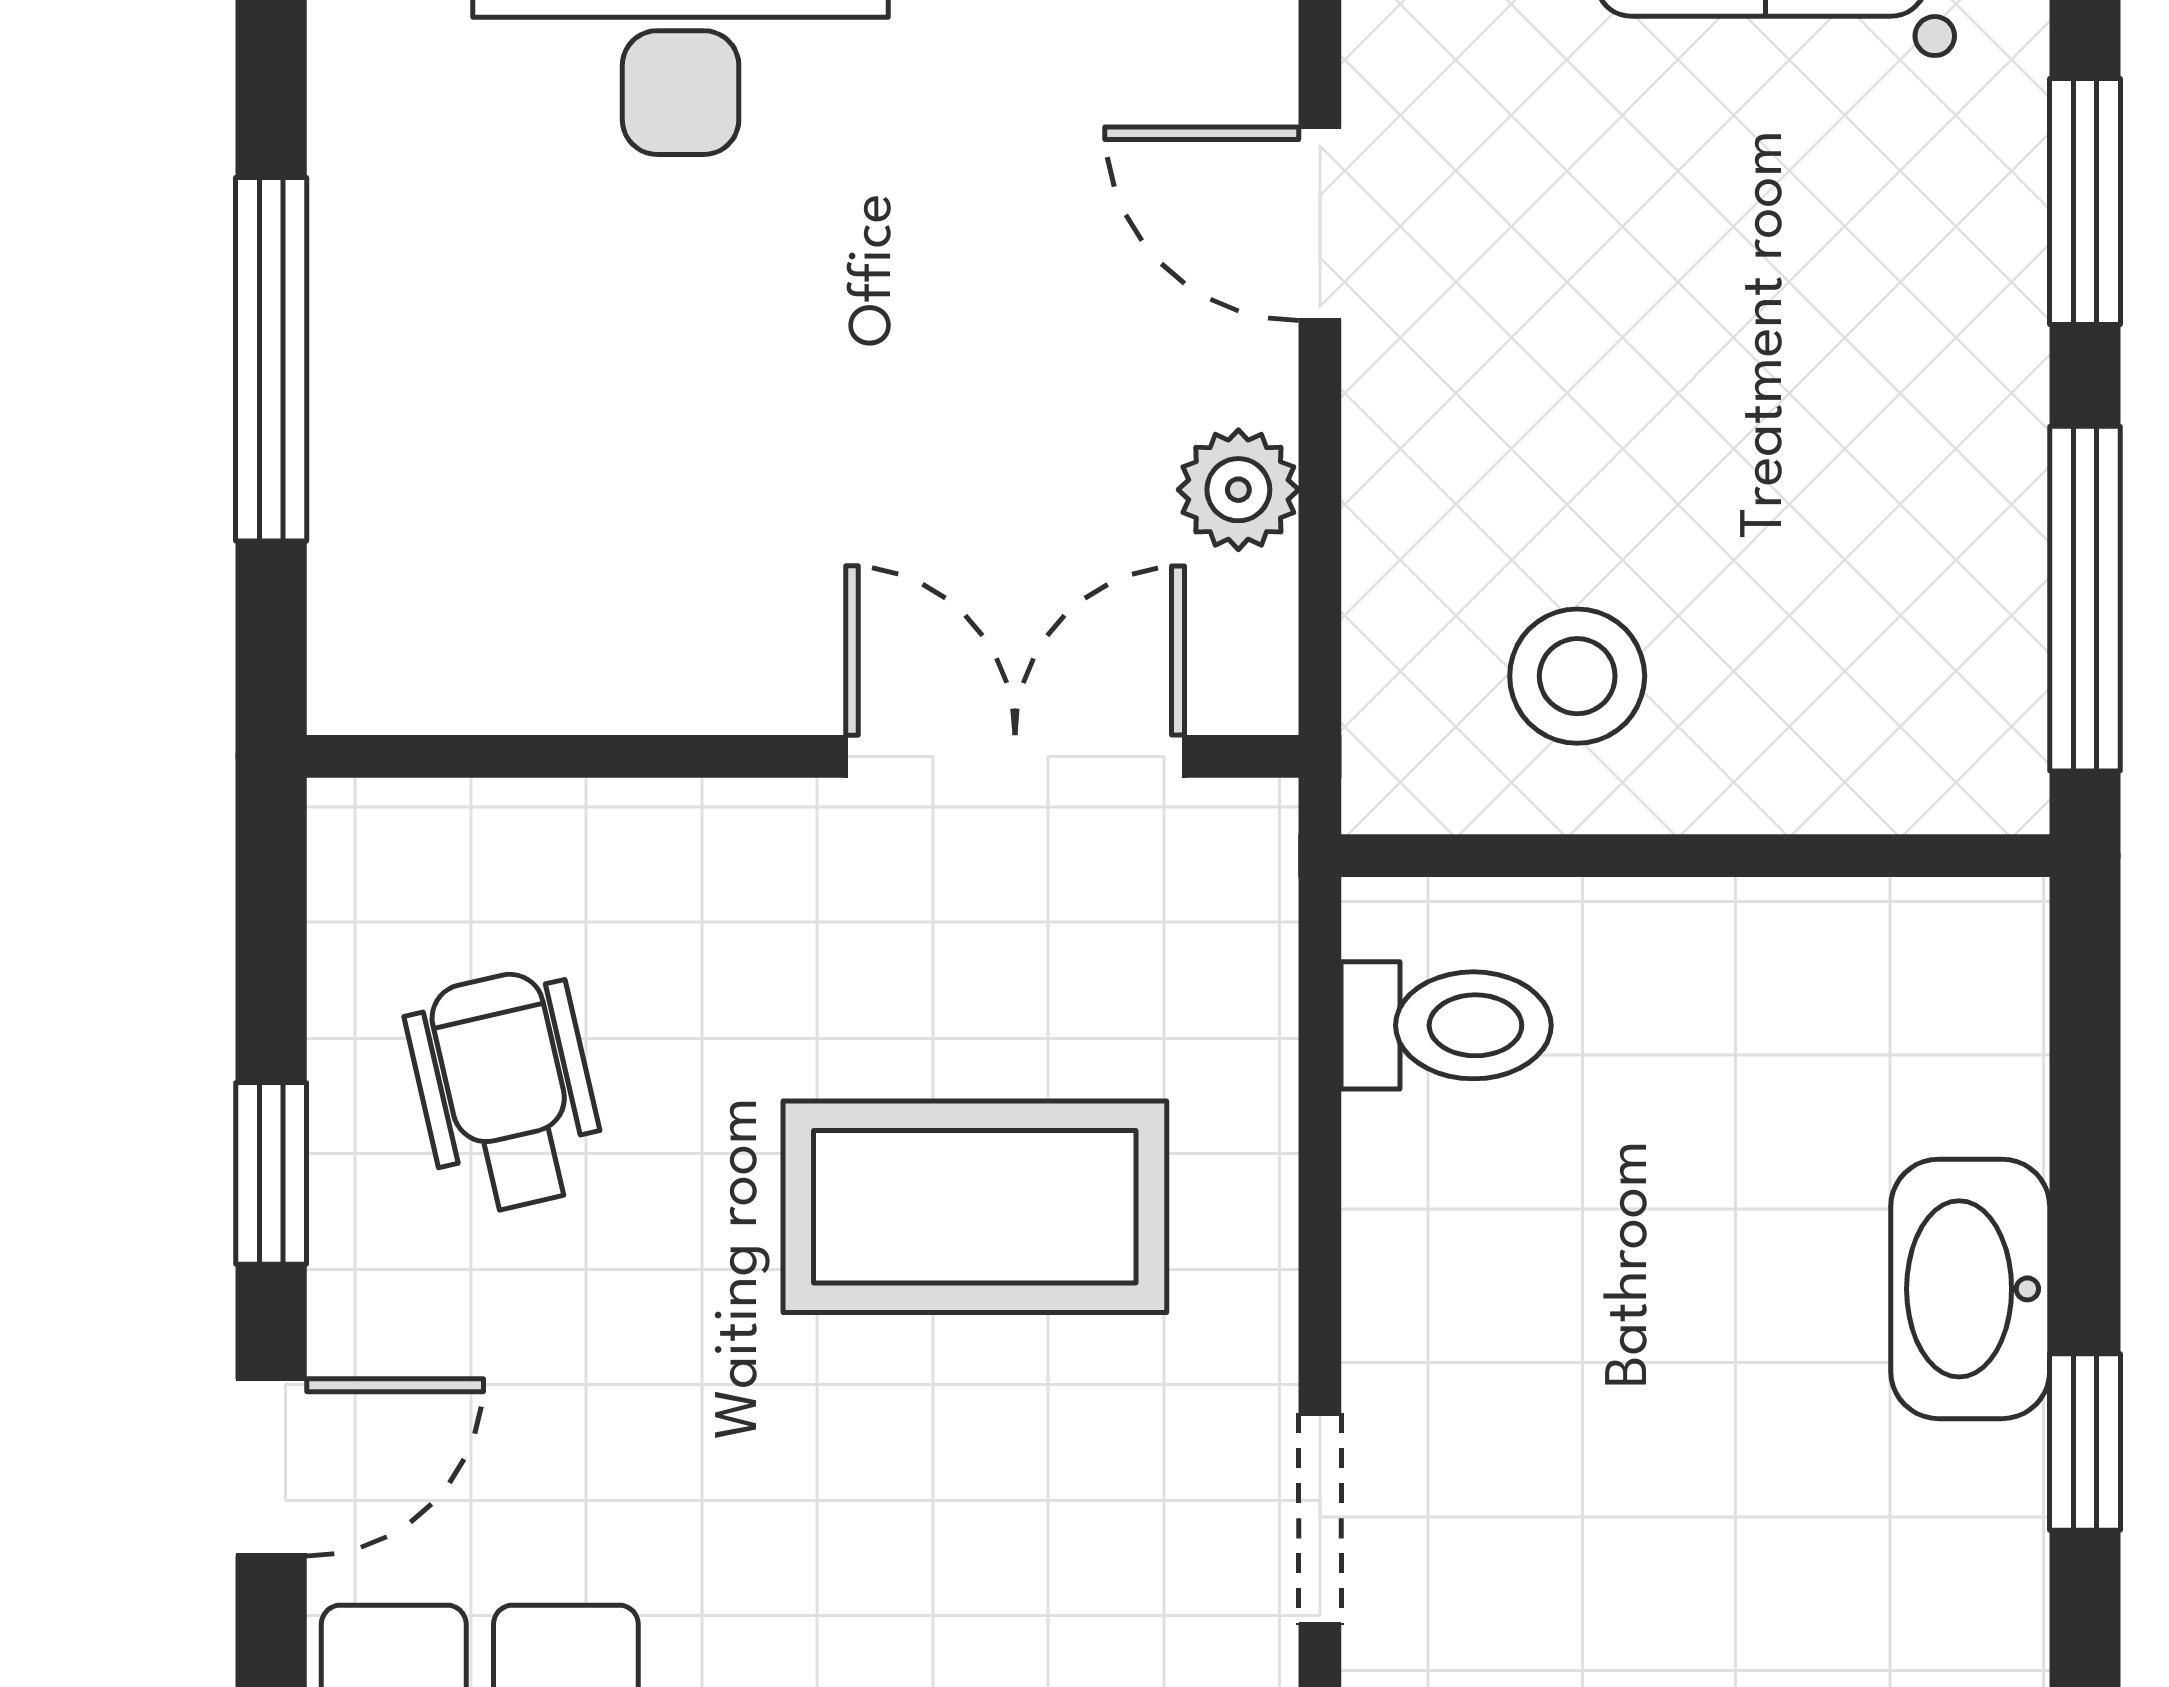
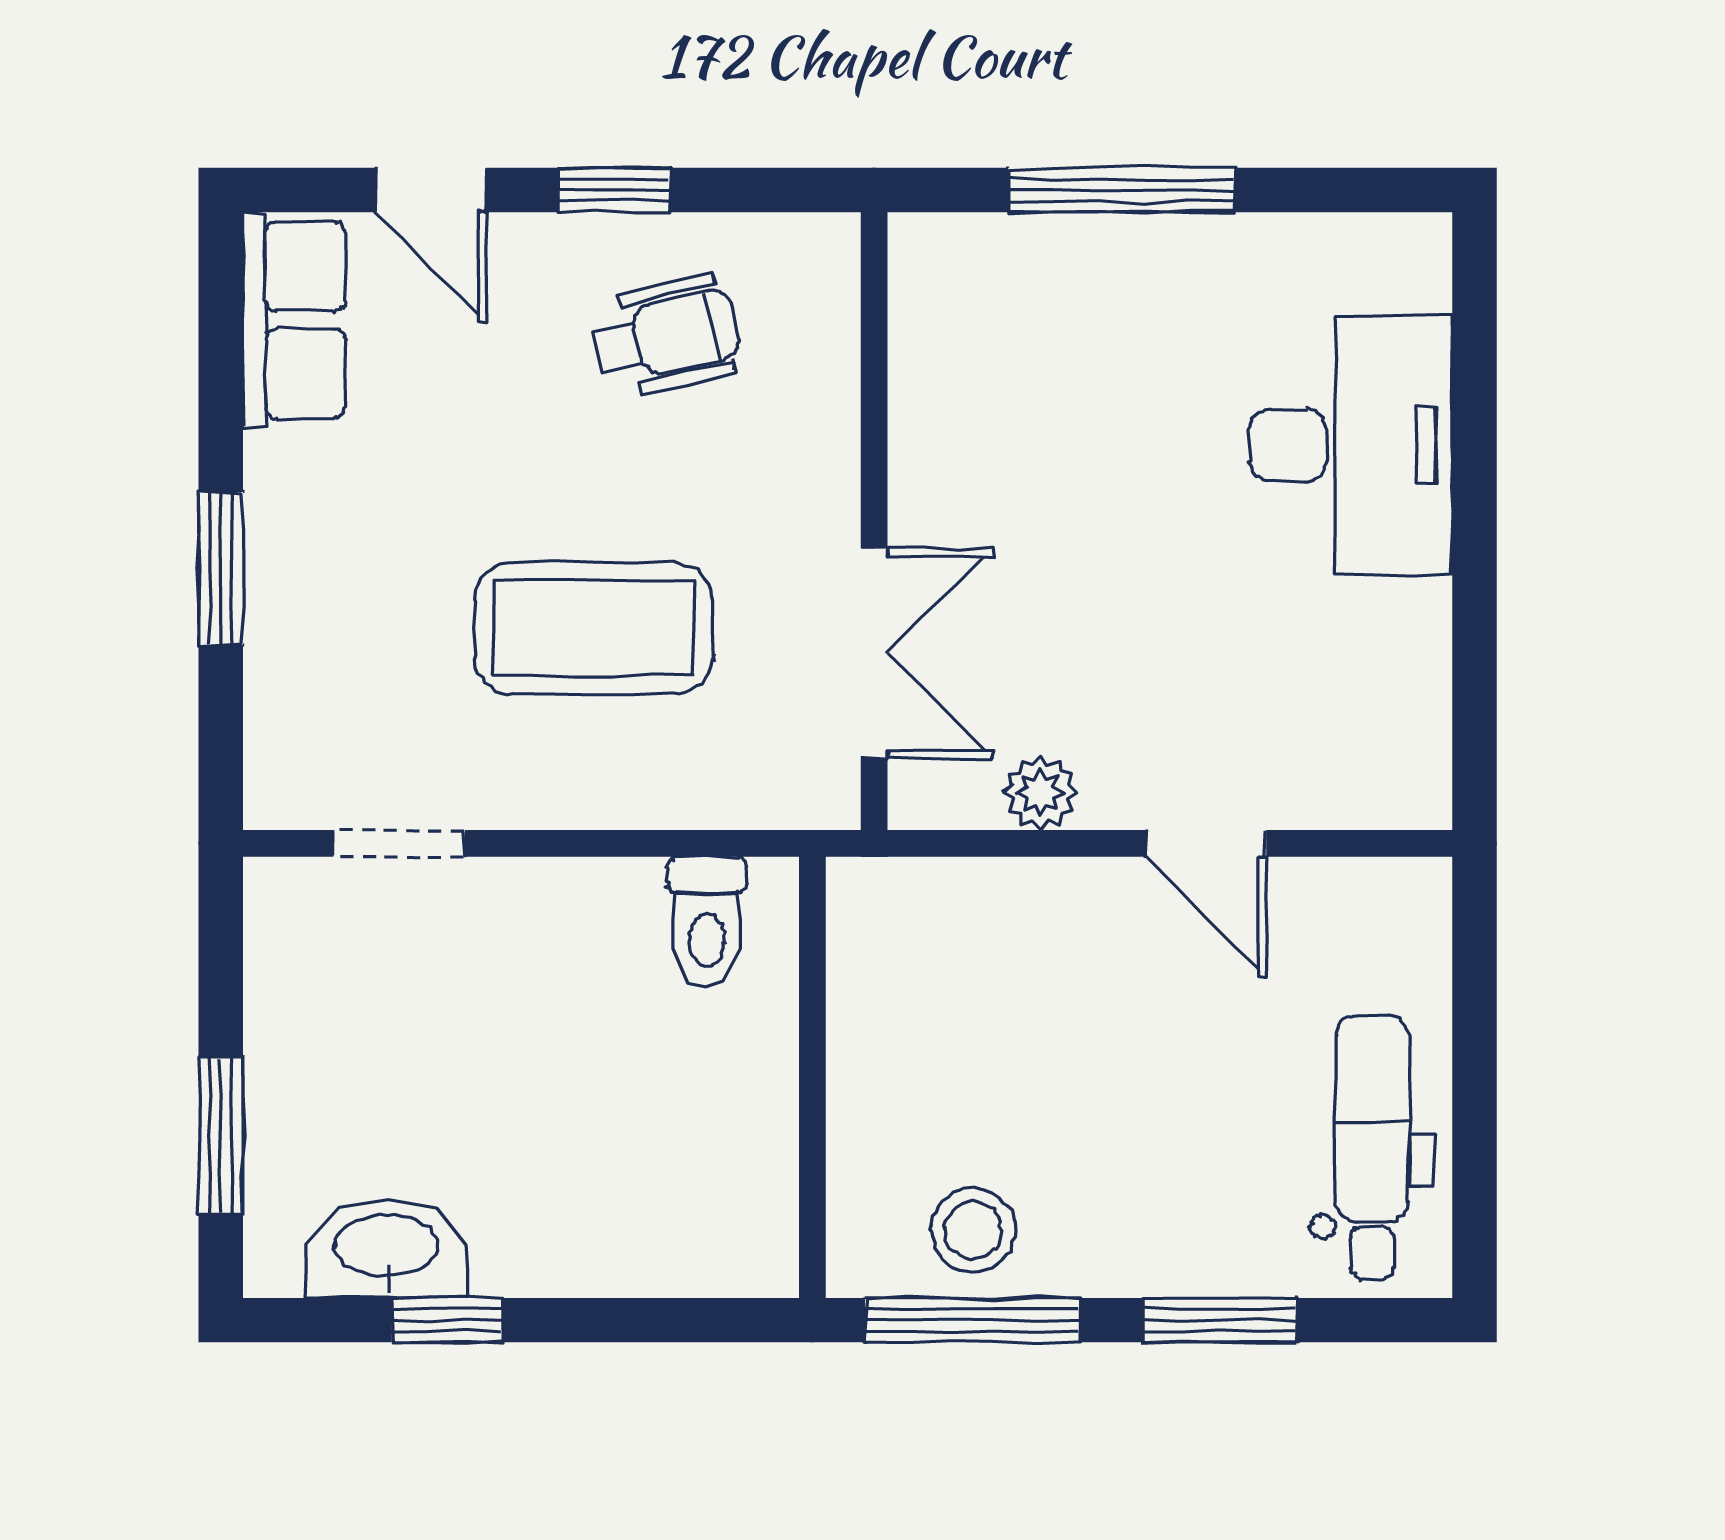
door: (1320, 224) -> (1206, 843), swing flipped
stool: (1577, 676) -> (973, 1230), moved
coffee table: (975, 1207) -> (594, 628), turned 90
washbasin: (1970, 1289) -> (387, 1249), moved

